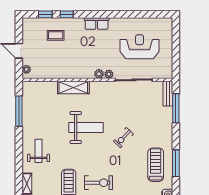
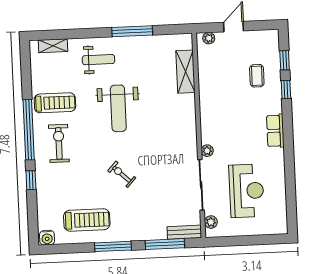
plant: (99, 74) -> (211, 222), moved
shelving: (73, 87) -> (185, 72), moved
window: (19, 111) -> (132, 31), moved
weight bench: (86, 128) -> (118, 108), moved
window: (176, 163) -> (113, 246), moved
exercise bike: (99, 183) -> (59, 143), turned 180

